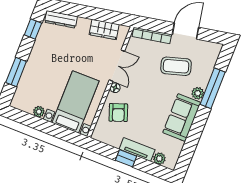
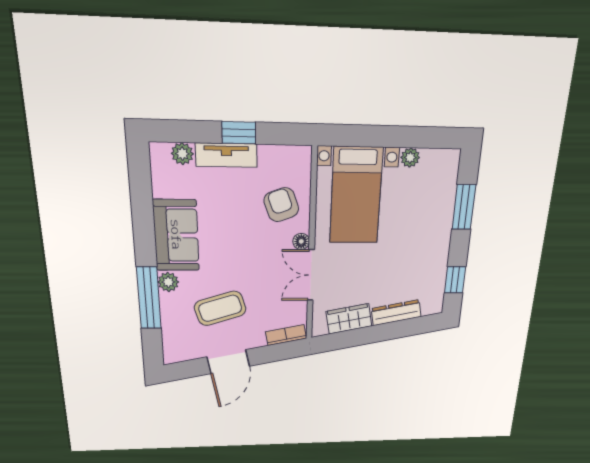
dresser: (61, 19) -> (396, 313), moved
bookcase: (152, 35) -> (286, 335), width x0.64

